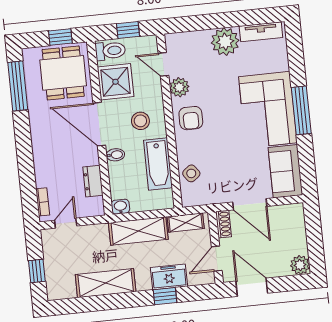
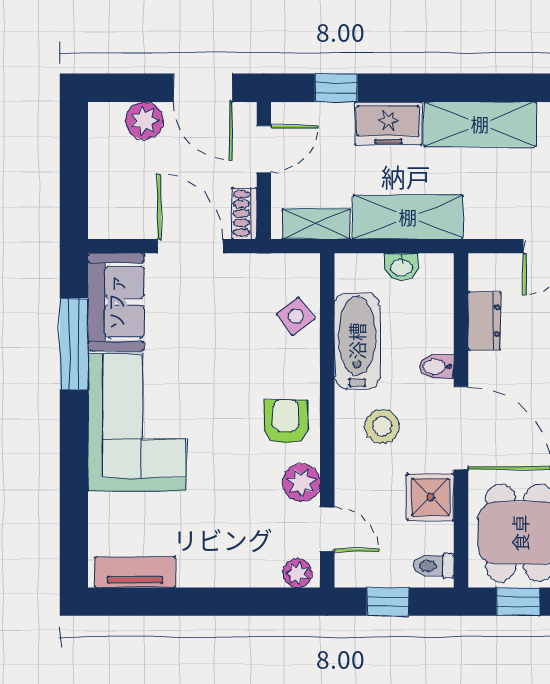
plant: (225, 42) -> (297, 573), moved, width x0.53, depth x0.53
toilet: (110, 51) -> (434, 566), width x0.73, depth x0.72
shower: (115, 82) -> (430, 497), width x0.73, depth x0.73
window: (301, 110) -> (74, 344), moved
washbasin: (120, 207) -> (401, 267), moved
plant: (300, 265) -> (144, 121), moved
freezer: (169, 277) -> (388, 124), moved
window: (165, 296) -> (336, 88), moved

